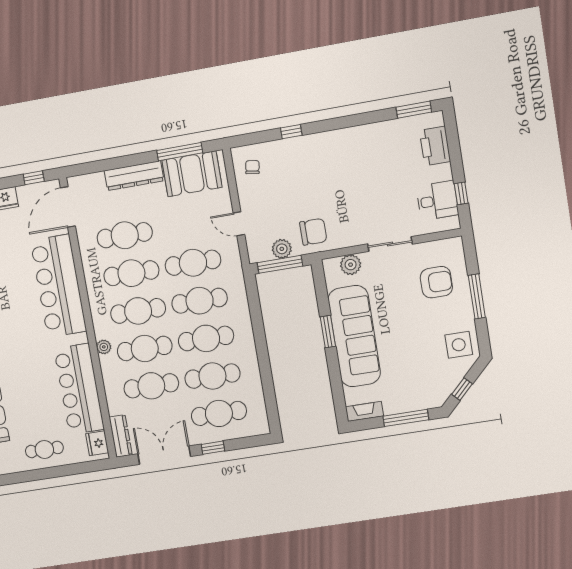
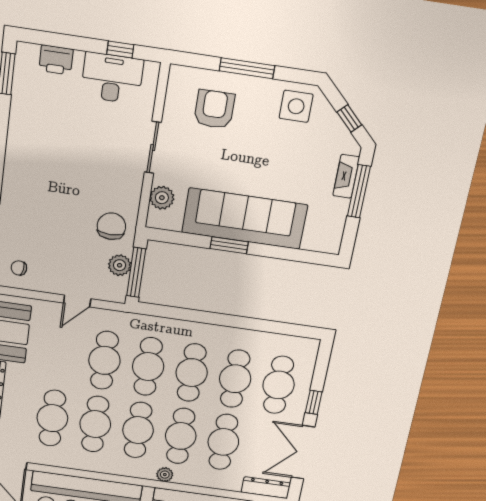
printer: (435, 146) -> (56, 60), width x0.73, depth x0.84
desk: (437, 201) -> (112, 78), width x1.37
fireplace: (364, 411) -> (346, 176), moved

